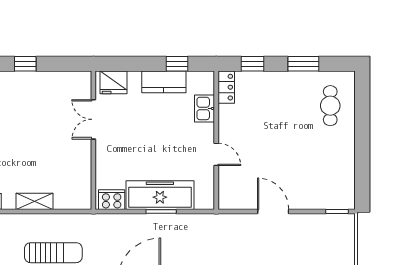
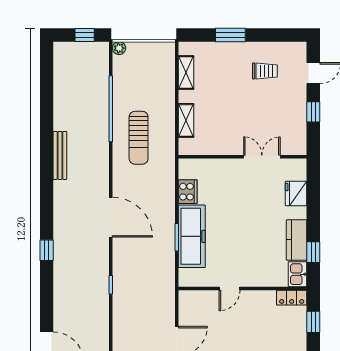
kitchen sink: (205, 108) -> (298, 274), moved, turned -90
double door: (93, 119) -> (262, 157), moved
wall: (93, 140) -> (243, 157), moved

